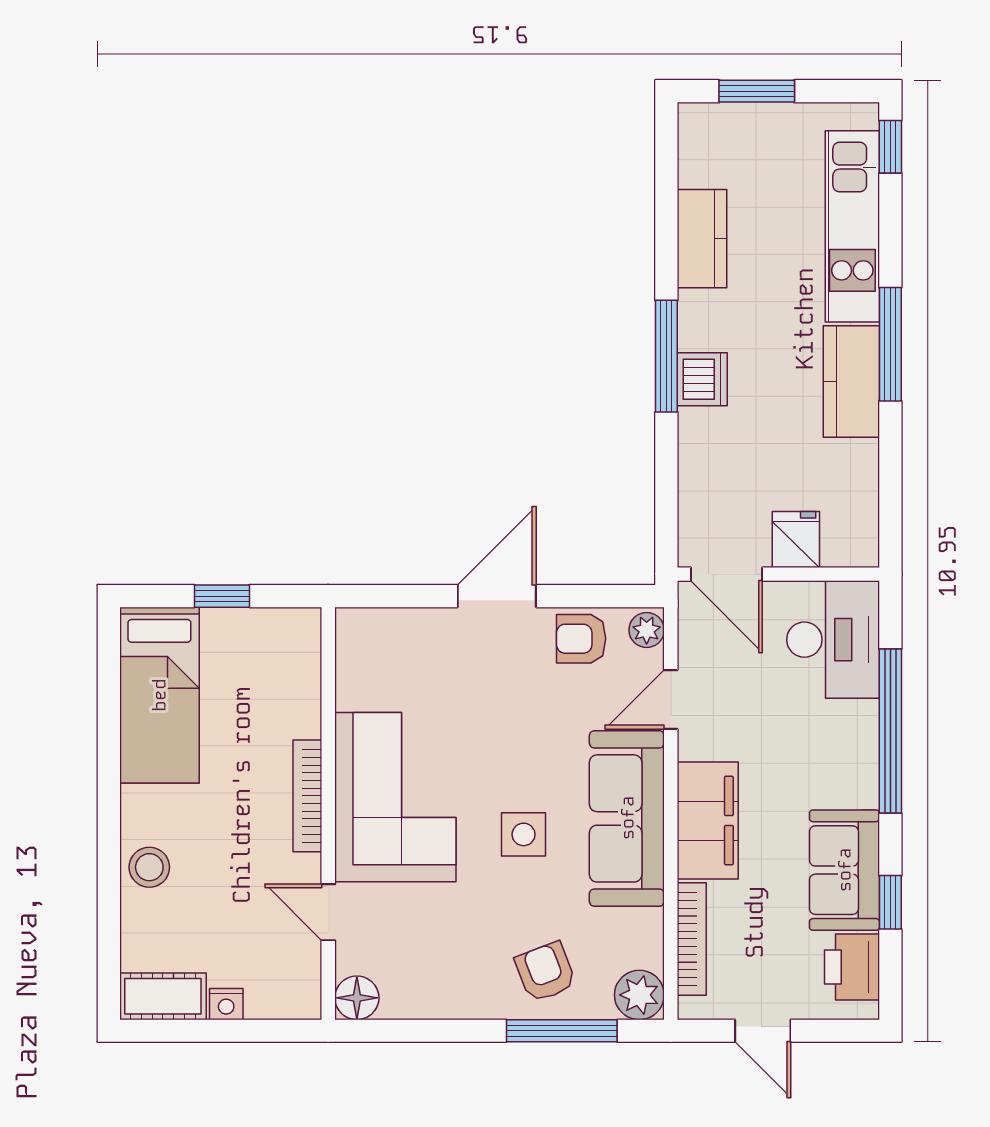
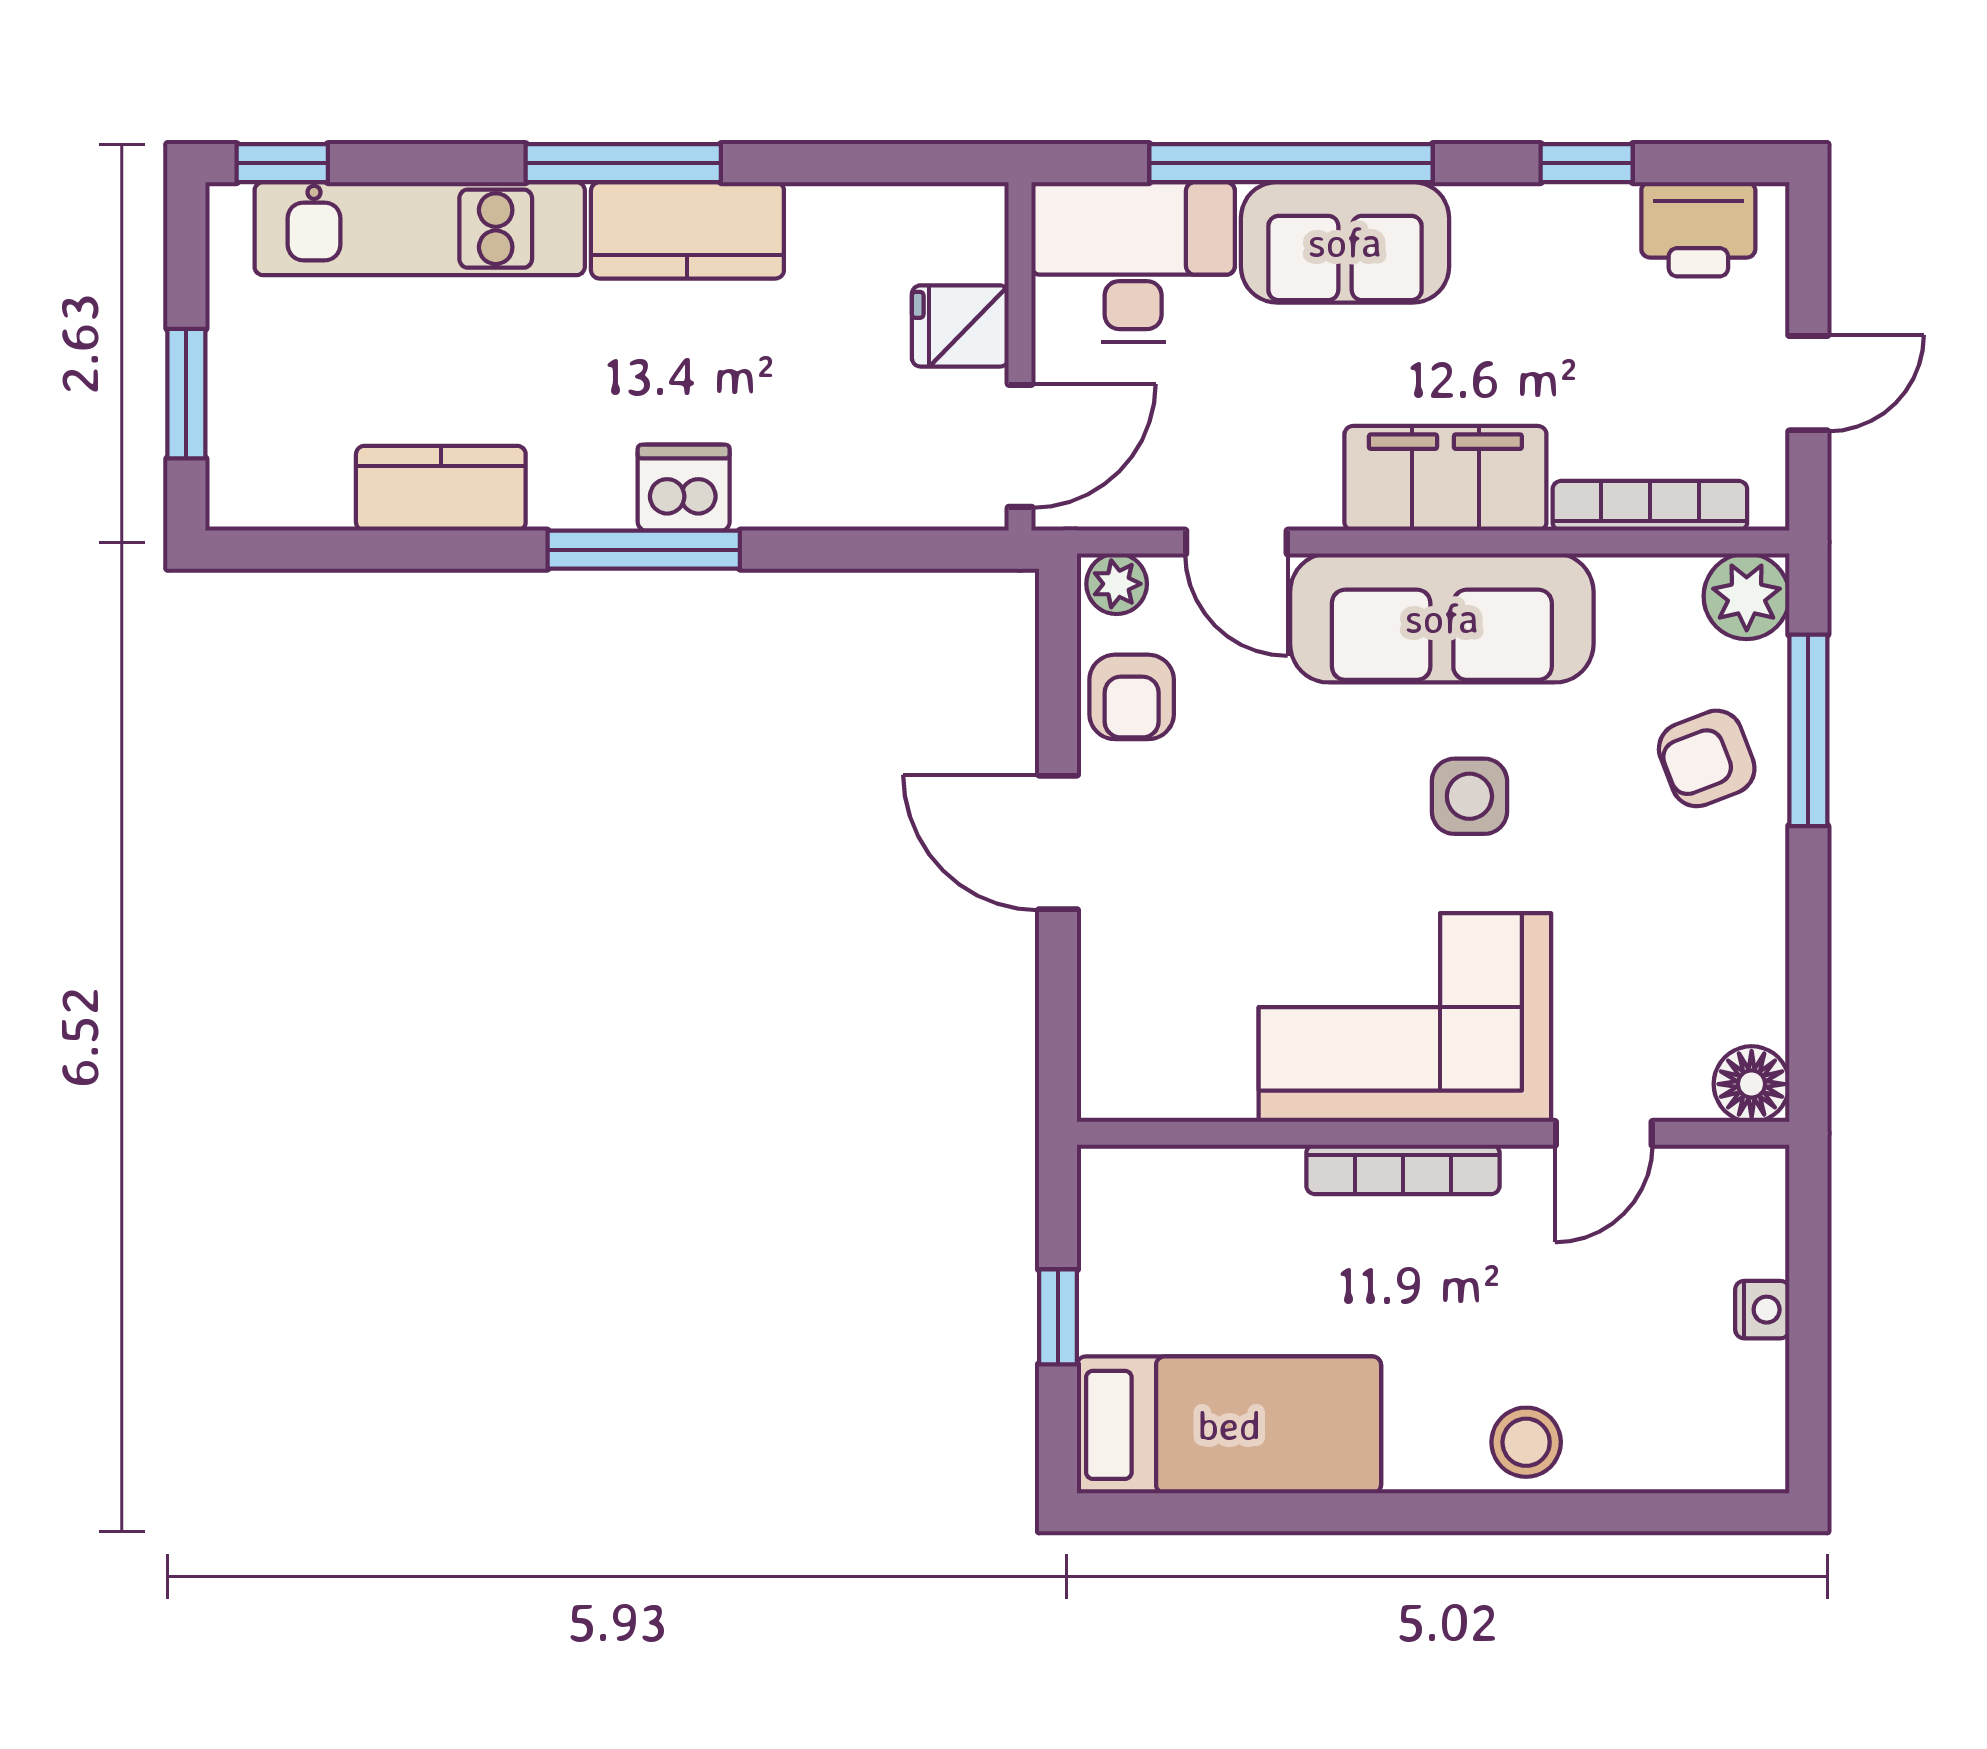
sofa: (844, 870) -> (1345, 242), moved
cot: (163, 996) -> (1749, 1419), removed

